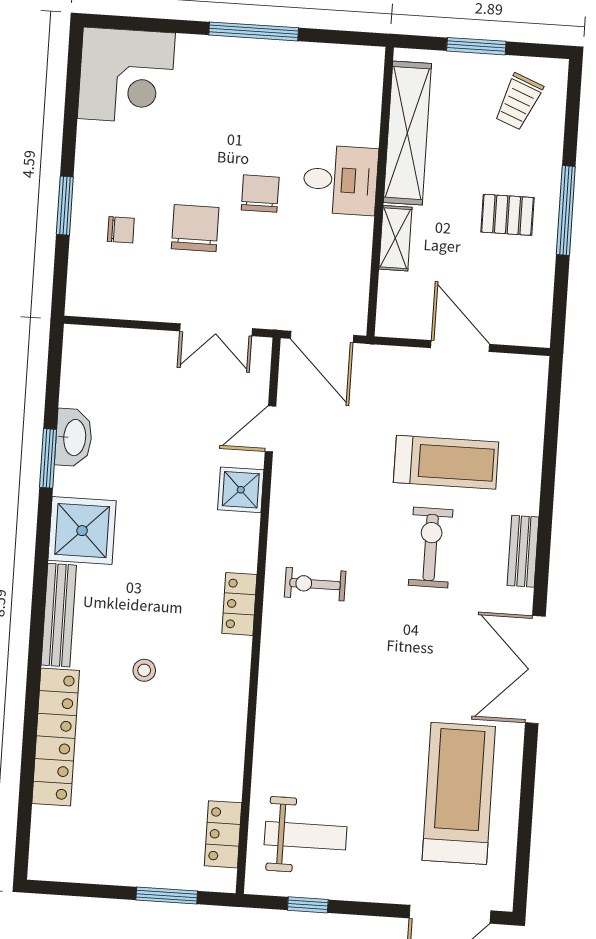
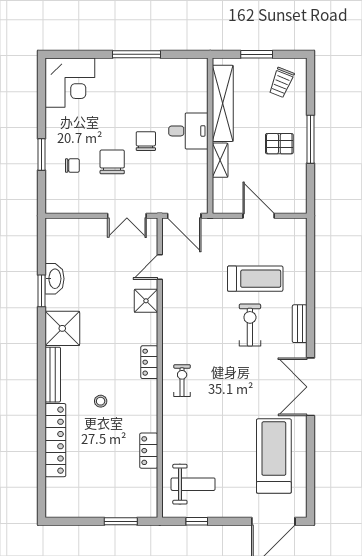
exercise bike: (315, 584) -> (182, 381), moved, turned 90
locker: (223, 834) -> (149, 451), moved

